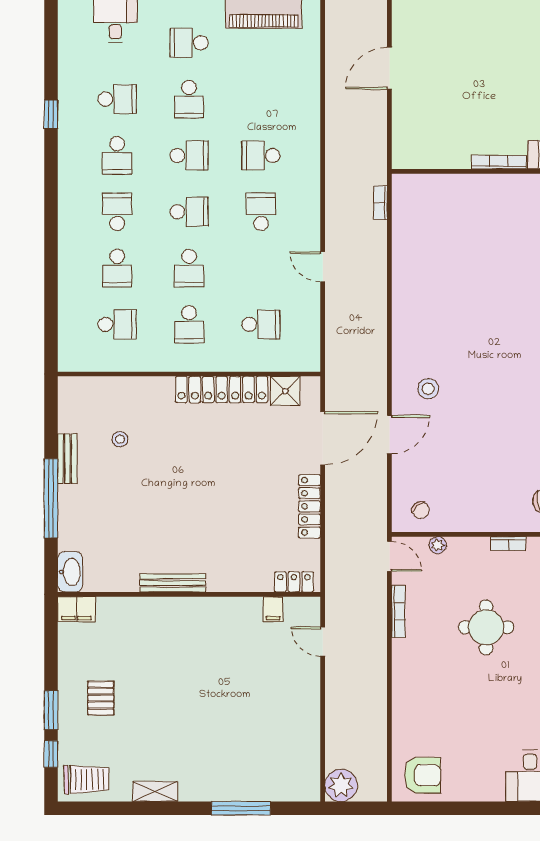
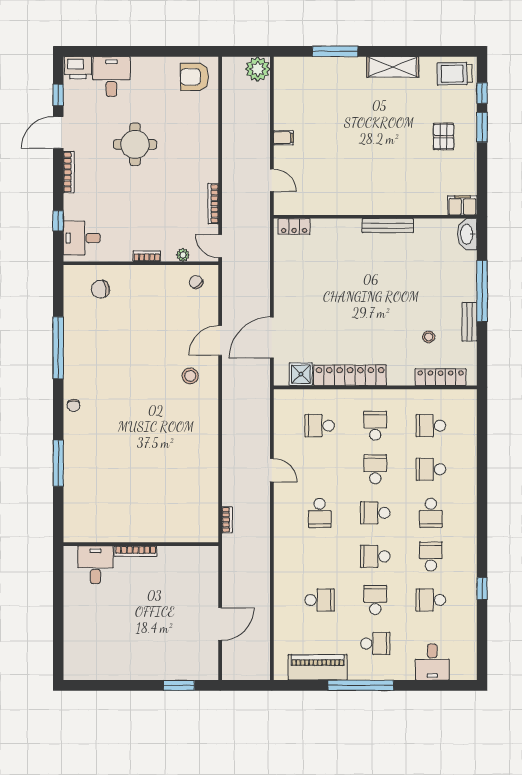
school desk: (261, 155) -> (320, 600), moved
school desk: (117, 268) -> (431, 469), turned -90
locker: (310, 506) -> (441, 377), moved, turned -90
bookcase: (508, 544) -> (147, 256), moved
filing cabinet: (273, 609) -> (283, 138), moved, turned 90
round table: (486, 627) -> (135, 144), moved
shelving: (155, 791) -> (393, 67), width x1.50, depth x1.33

